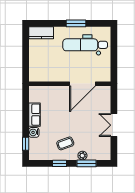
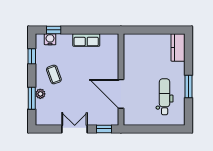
dental chair: (85, 45) -> (165, 97), width x0.73, depth x0.72
window: (114, 99) -> (104, 129), added
water cooler: (34, 132) -> (50, 39), moved
window: (59, 163) -> (32, 56), moved

